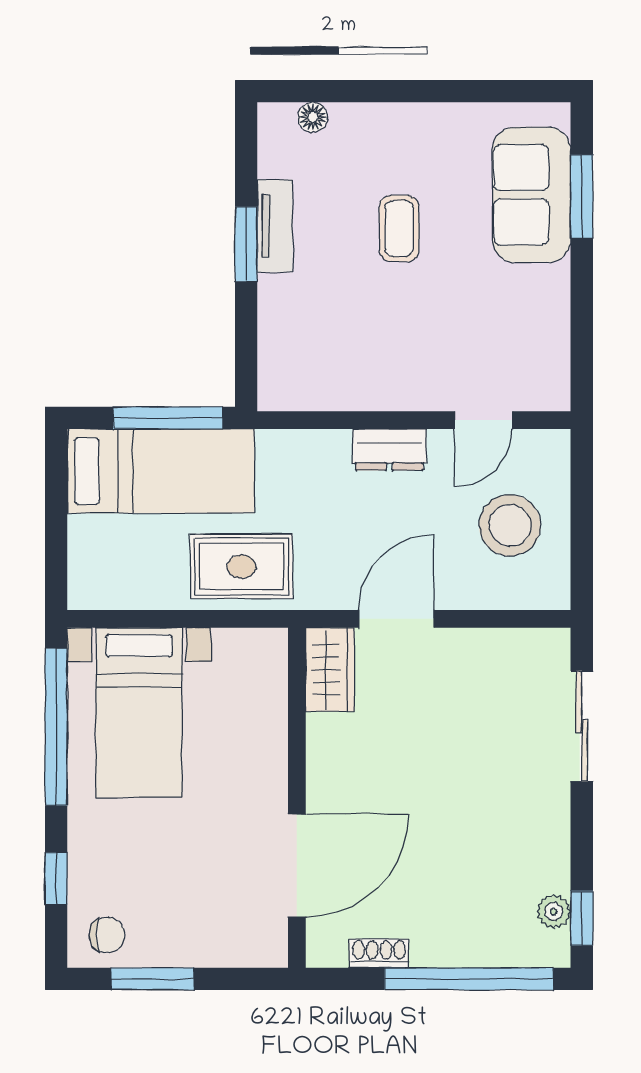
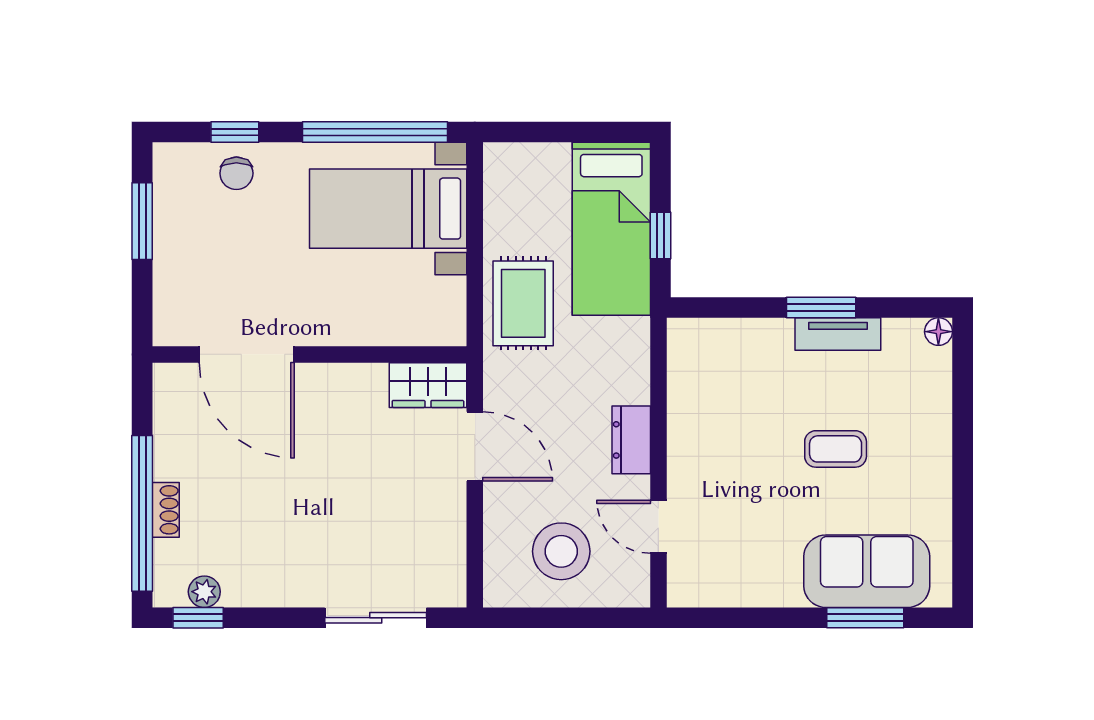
floor lamp: (313, 117) -> (938, 332), moved
window: (168, 418) -> (660, 235), width x0.46
chair: (107, 935) -> (236, 173), moved
shoe rack: (379, 953) -> (166, 510), moved

